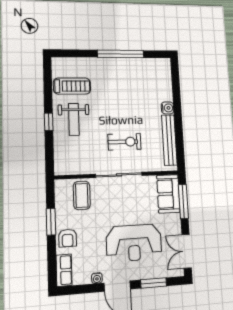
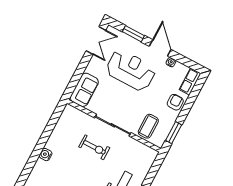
bench: (169, 140) -> (59, 129), removed
exercise bike: (125, 142) -> (94, 147), turned 180
window: (183, 201) -> (76, 77), removed
window: (51, 222) -> (174, 133), moved

